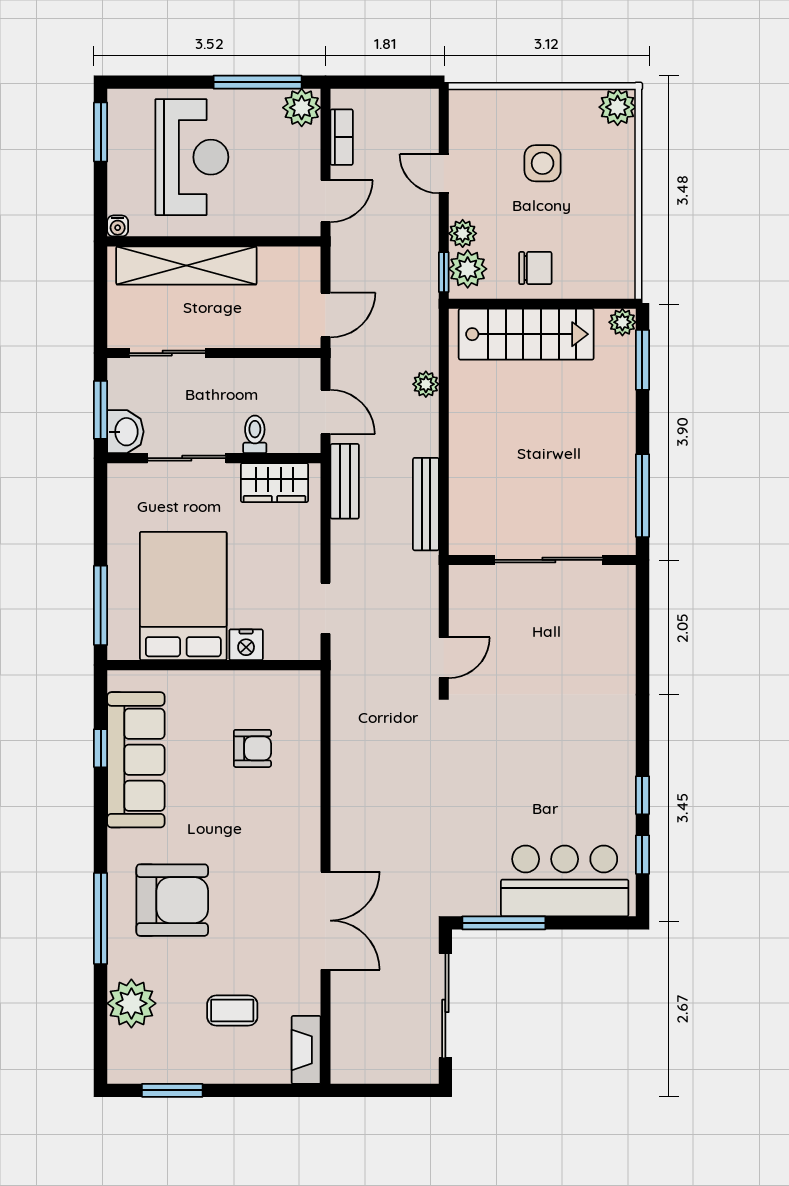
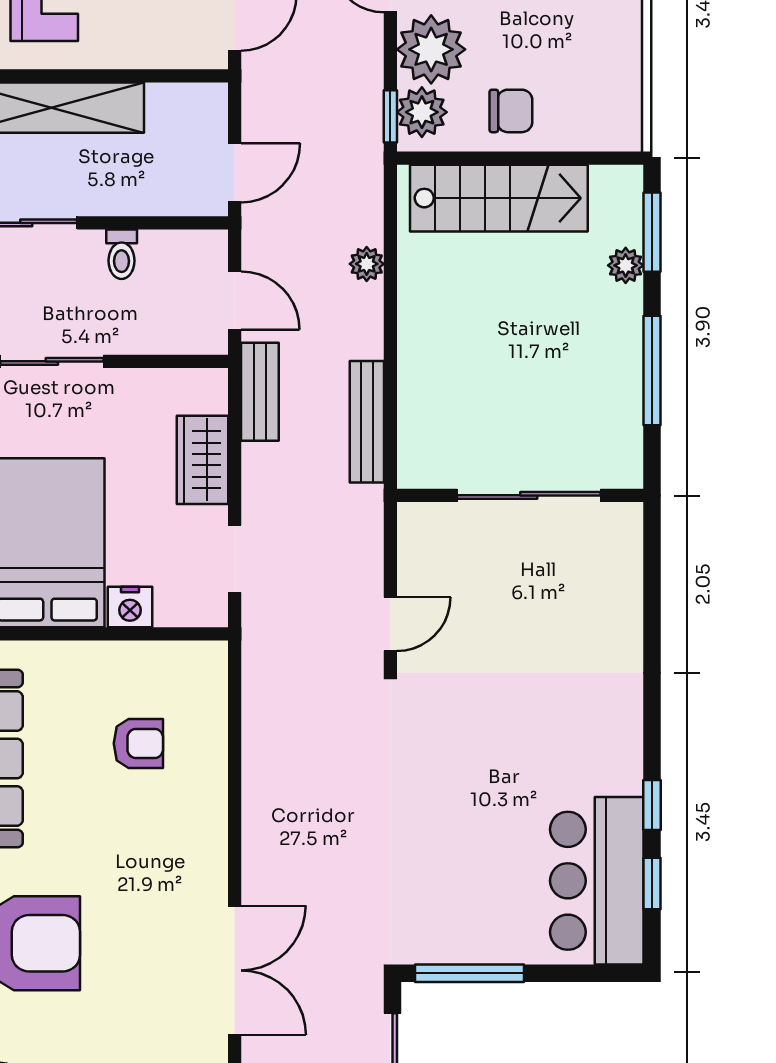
plant: (463, 233) -> (431, 49), width x1.87, depth x1.87
plant: (622, 322) -> (626, 265), moved
toilet: (255, 434) -> (122, 254), moved, turned 180
wardrobe: (275, 483) -> (202, 460), moved, turned 90
window: (642, 496) -> (652, 371), moved
bar counter: (565, 881) -> (597, 881), moved, turned -90

